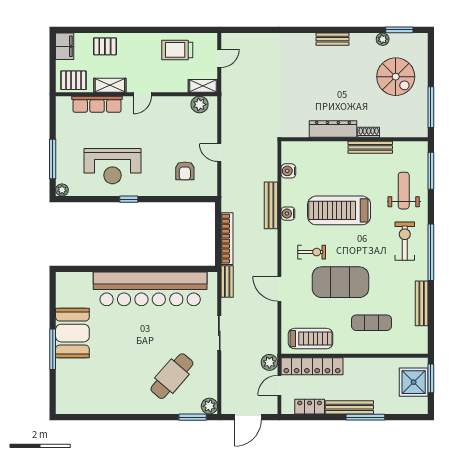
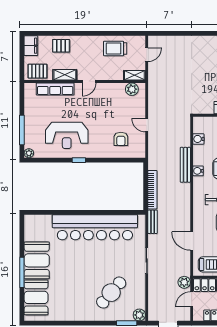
door: (279, 289) -> (192, 241), moved
booth: (71, 383) -> (36, 297), added

